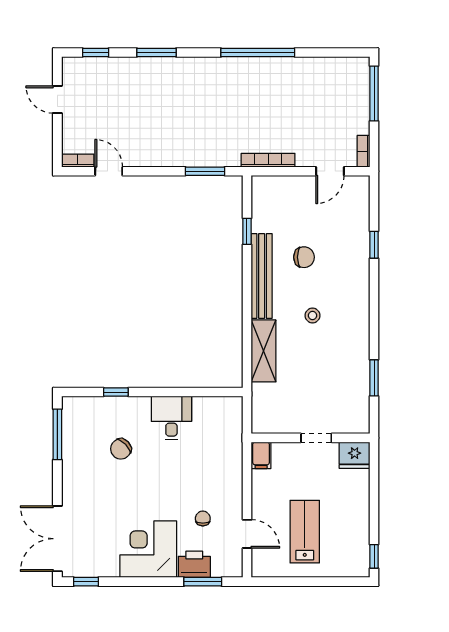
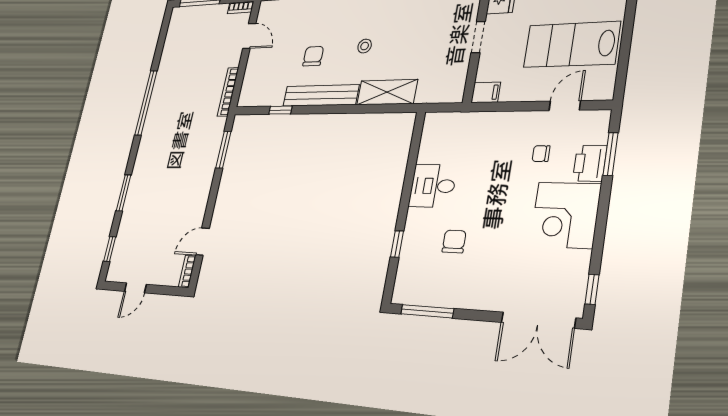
chair: (121, 449) -> (454, 241), turned -136
lab bench: (305, 532) -> (572, 45), width x1.36, depth x1.39

